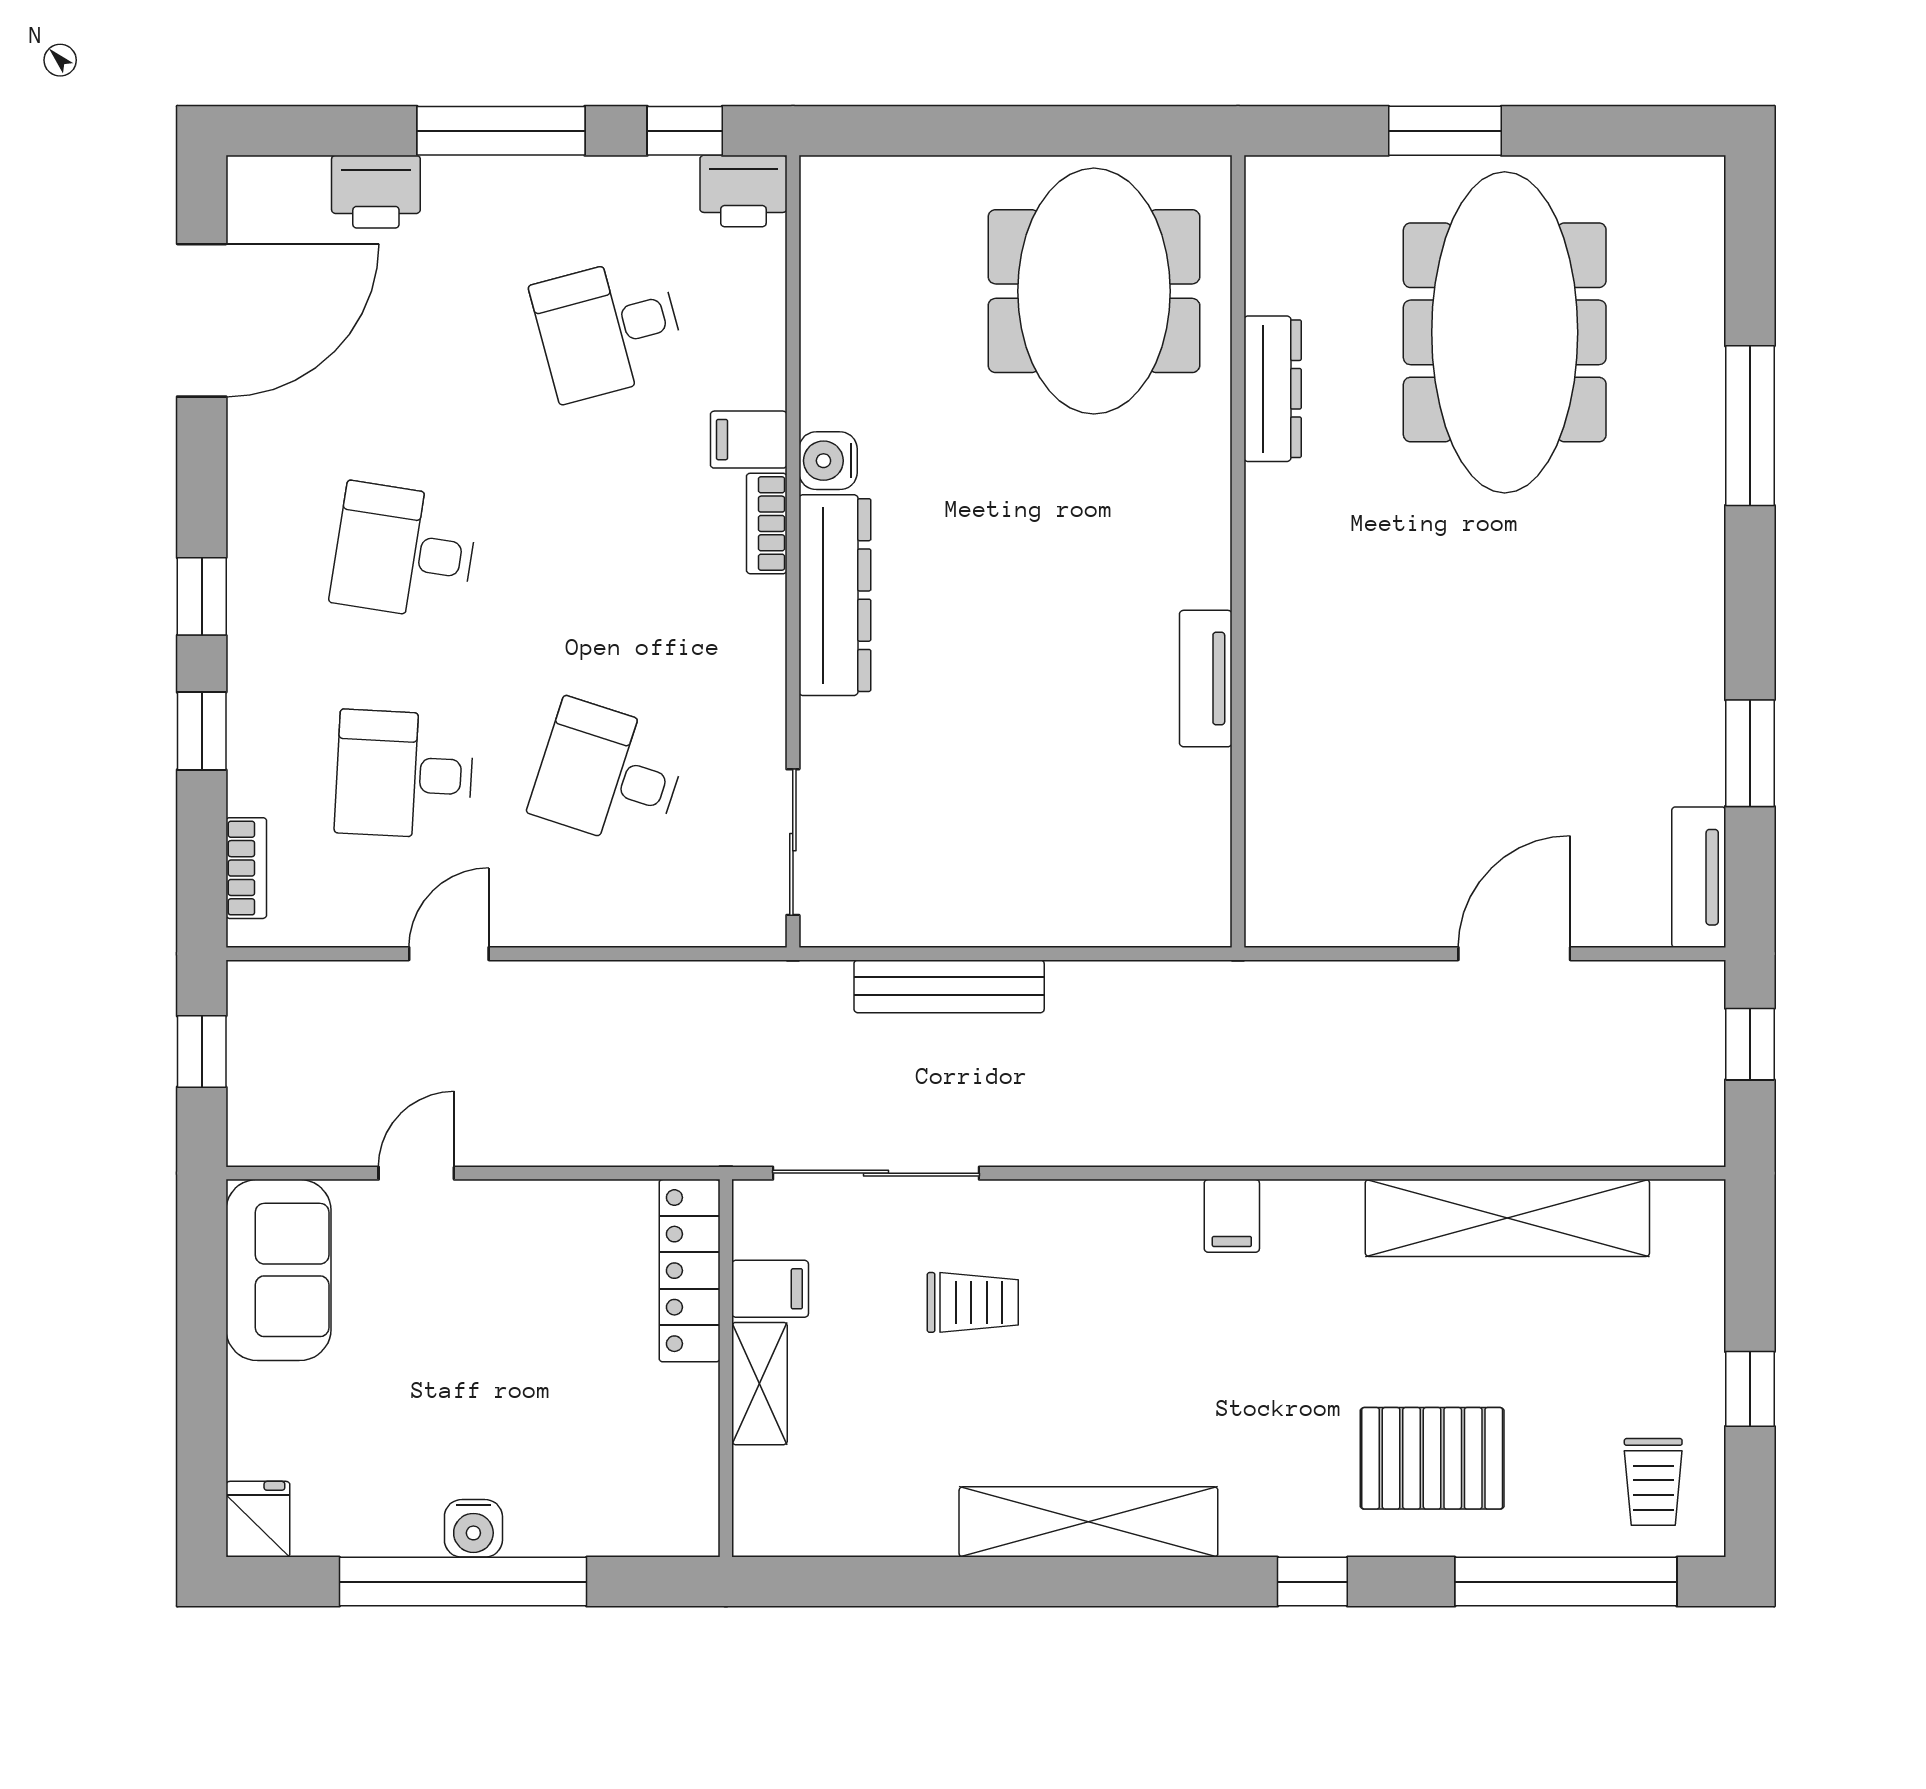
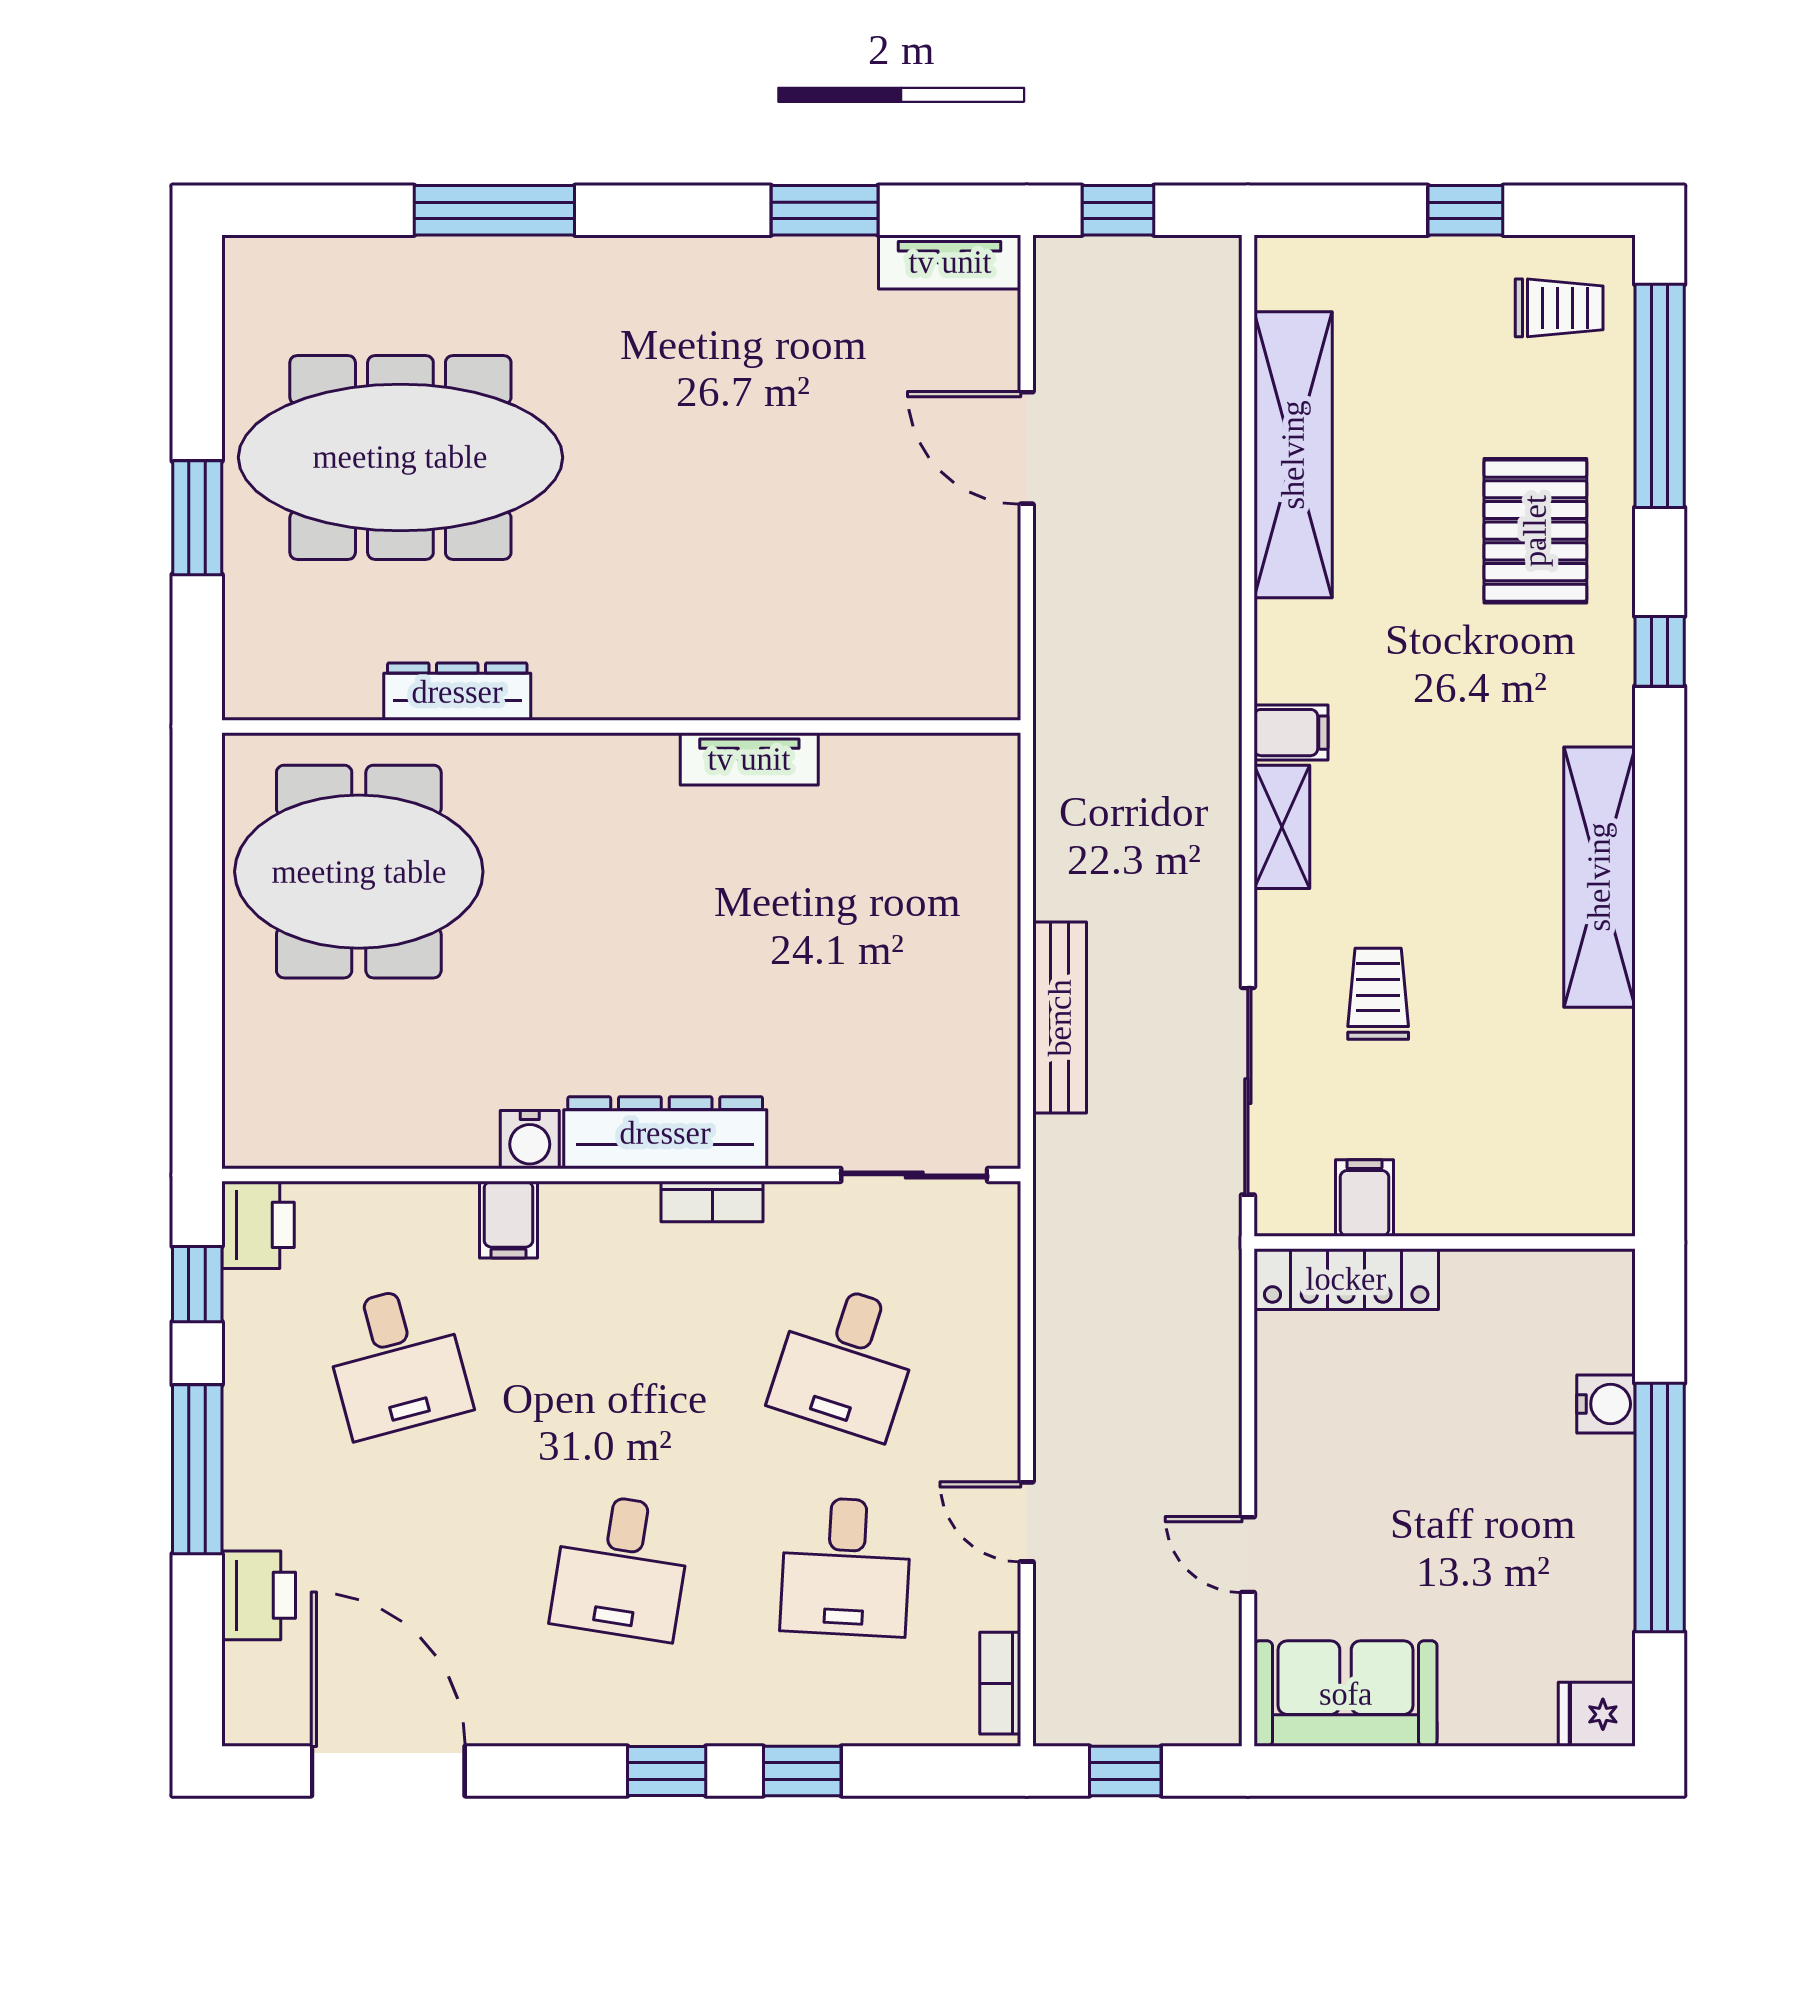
bookcase: (767, 523) -> (712, 1201), moved
bookcase: (246, 868) -> (1000, 1683), moved, turned -90
shelving: (760, 1384) -> (1282, 827), moved, turned 90
water cooler: (473, 1528) -> (1606, 1404), moved

